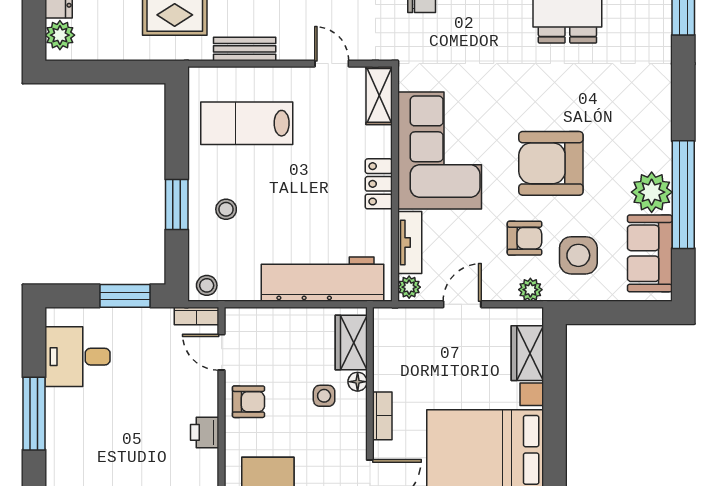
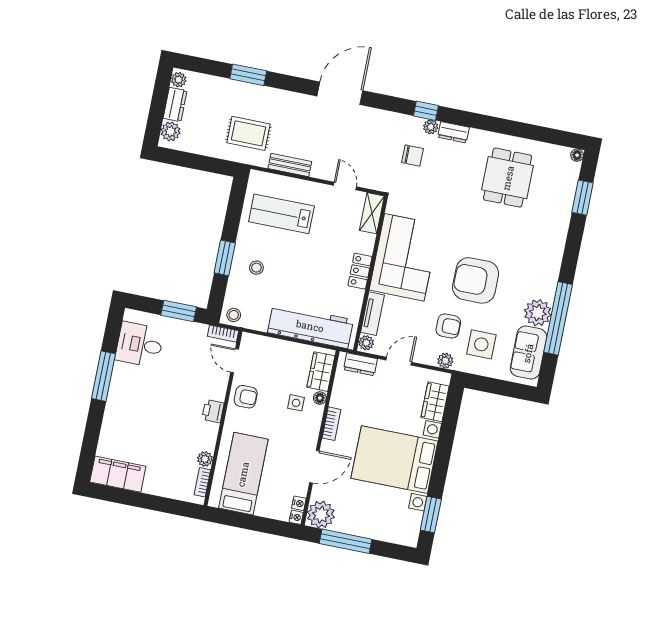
dresser: (407, 320) -> (360, 364), added

